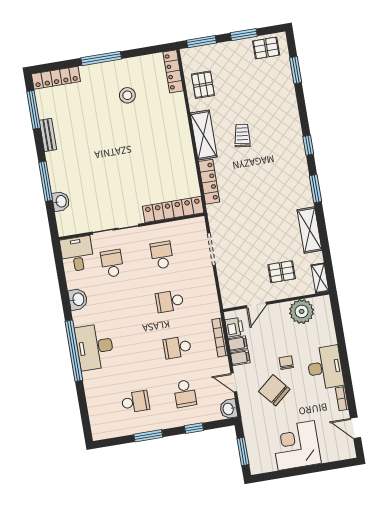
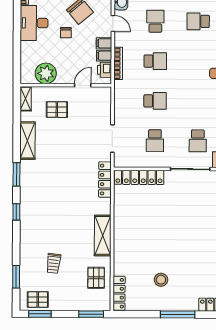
window: (244, 35) -> (40, 314), moved
trolley: (242, 136) -> (54, 263), moved
locker: (209, 182) -> (105, 180), moved

